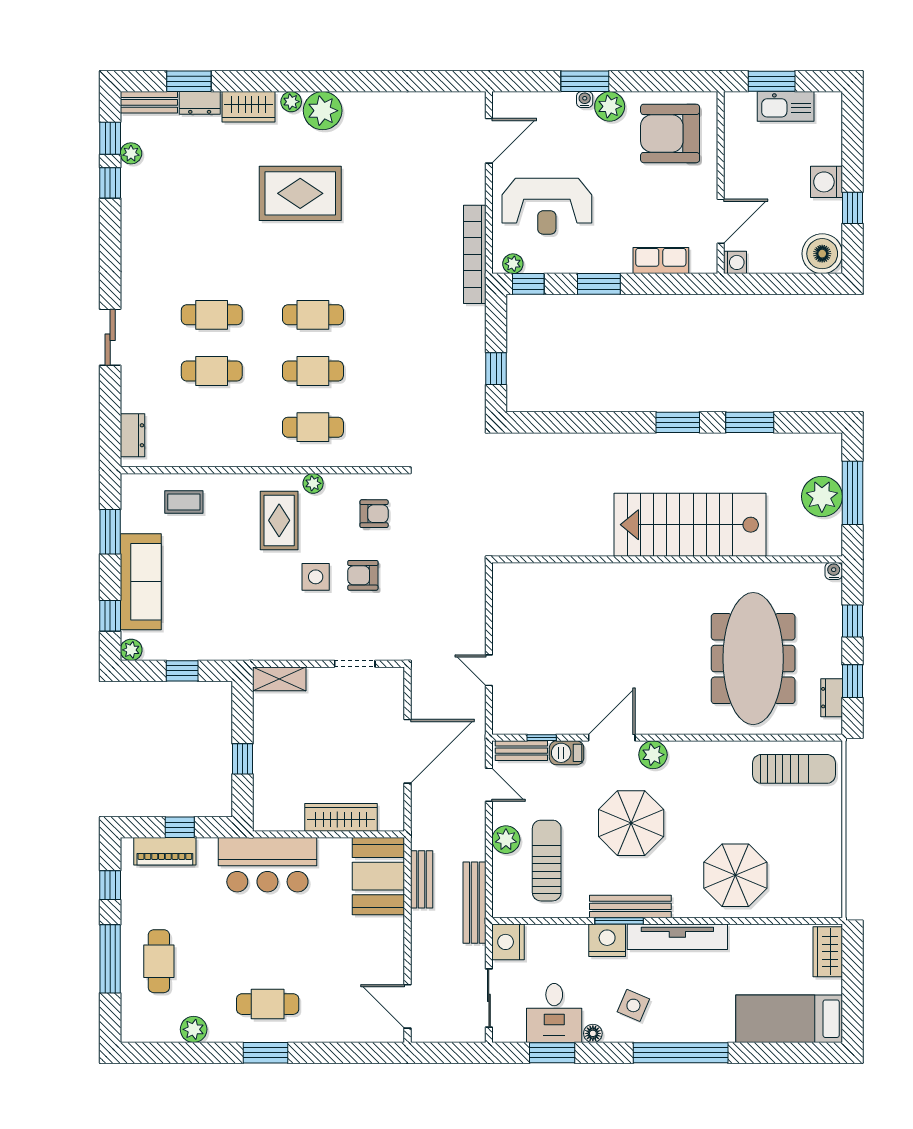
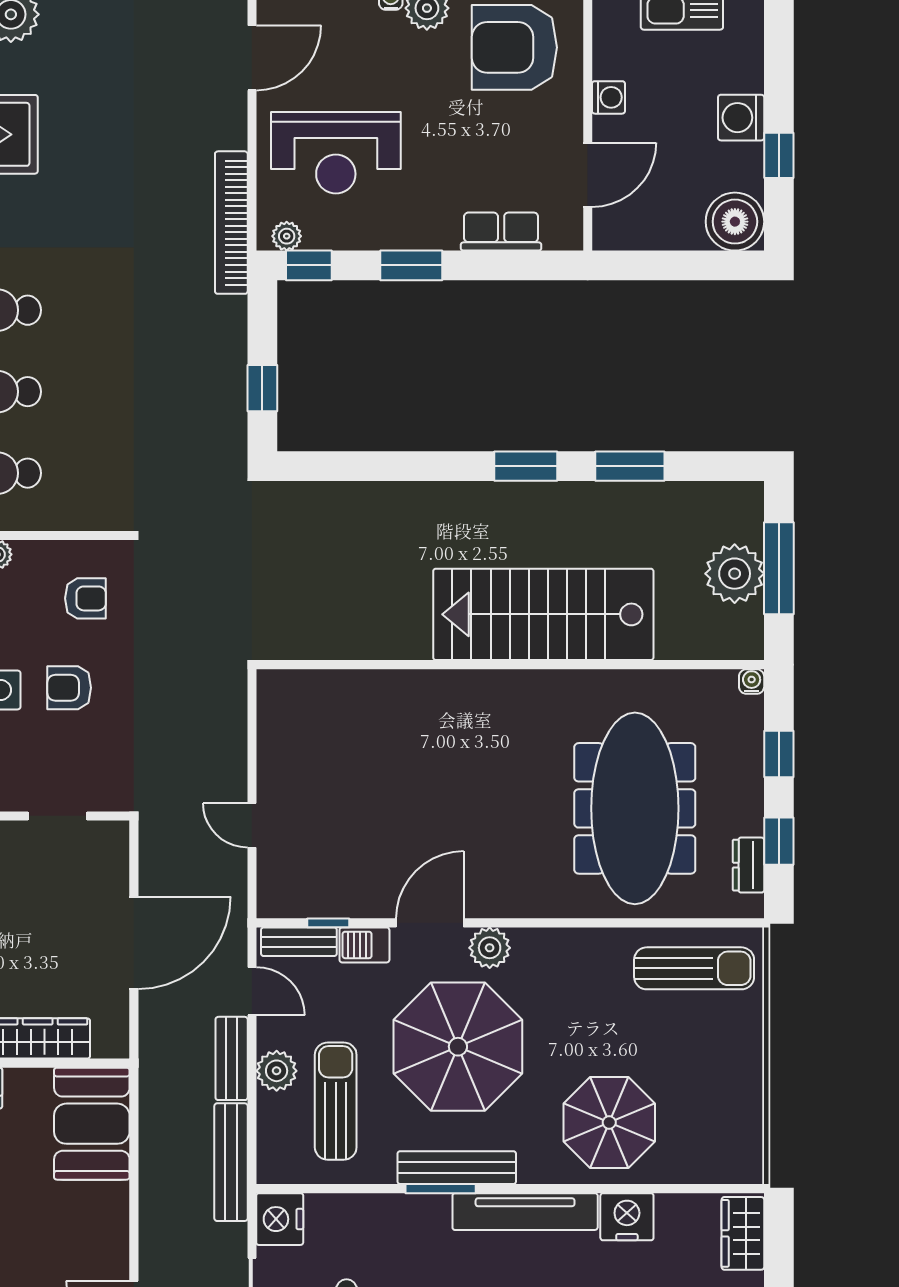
washing machine: (735, 262) -> (608, 97), moved
parasol: (631, 823) -> (458, 1047), width x1.36, depth x1.36
bench: (422, 879) -> (232, 1058), moved
nightstand: (607, 940) -> (627, 1217), moved

